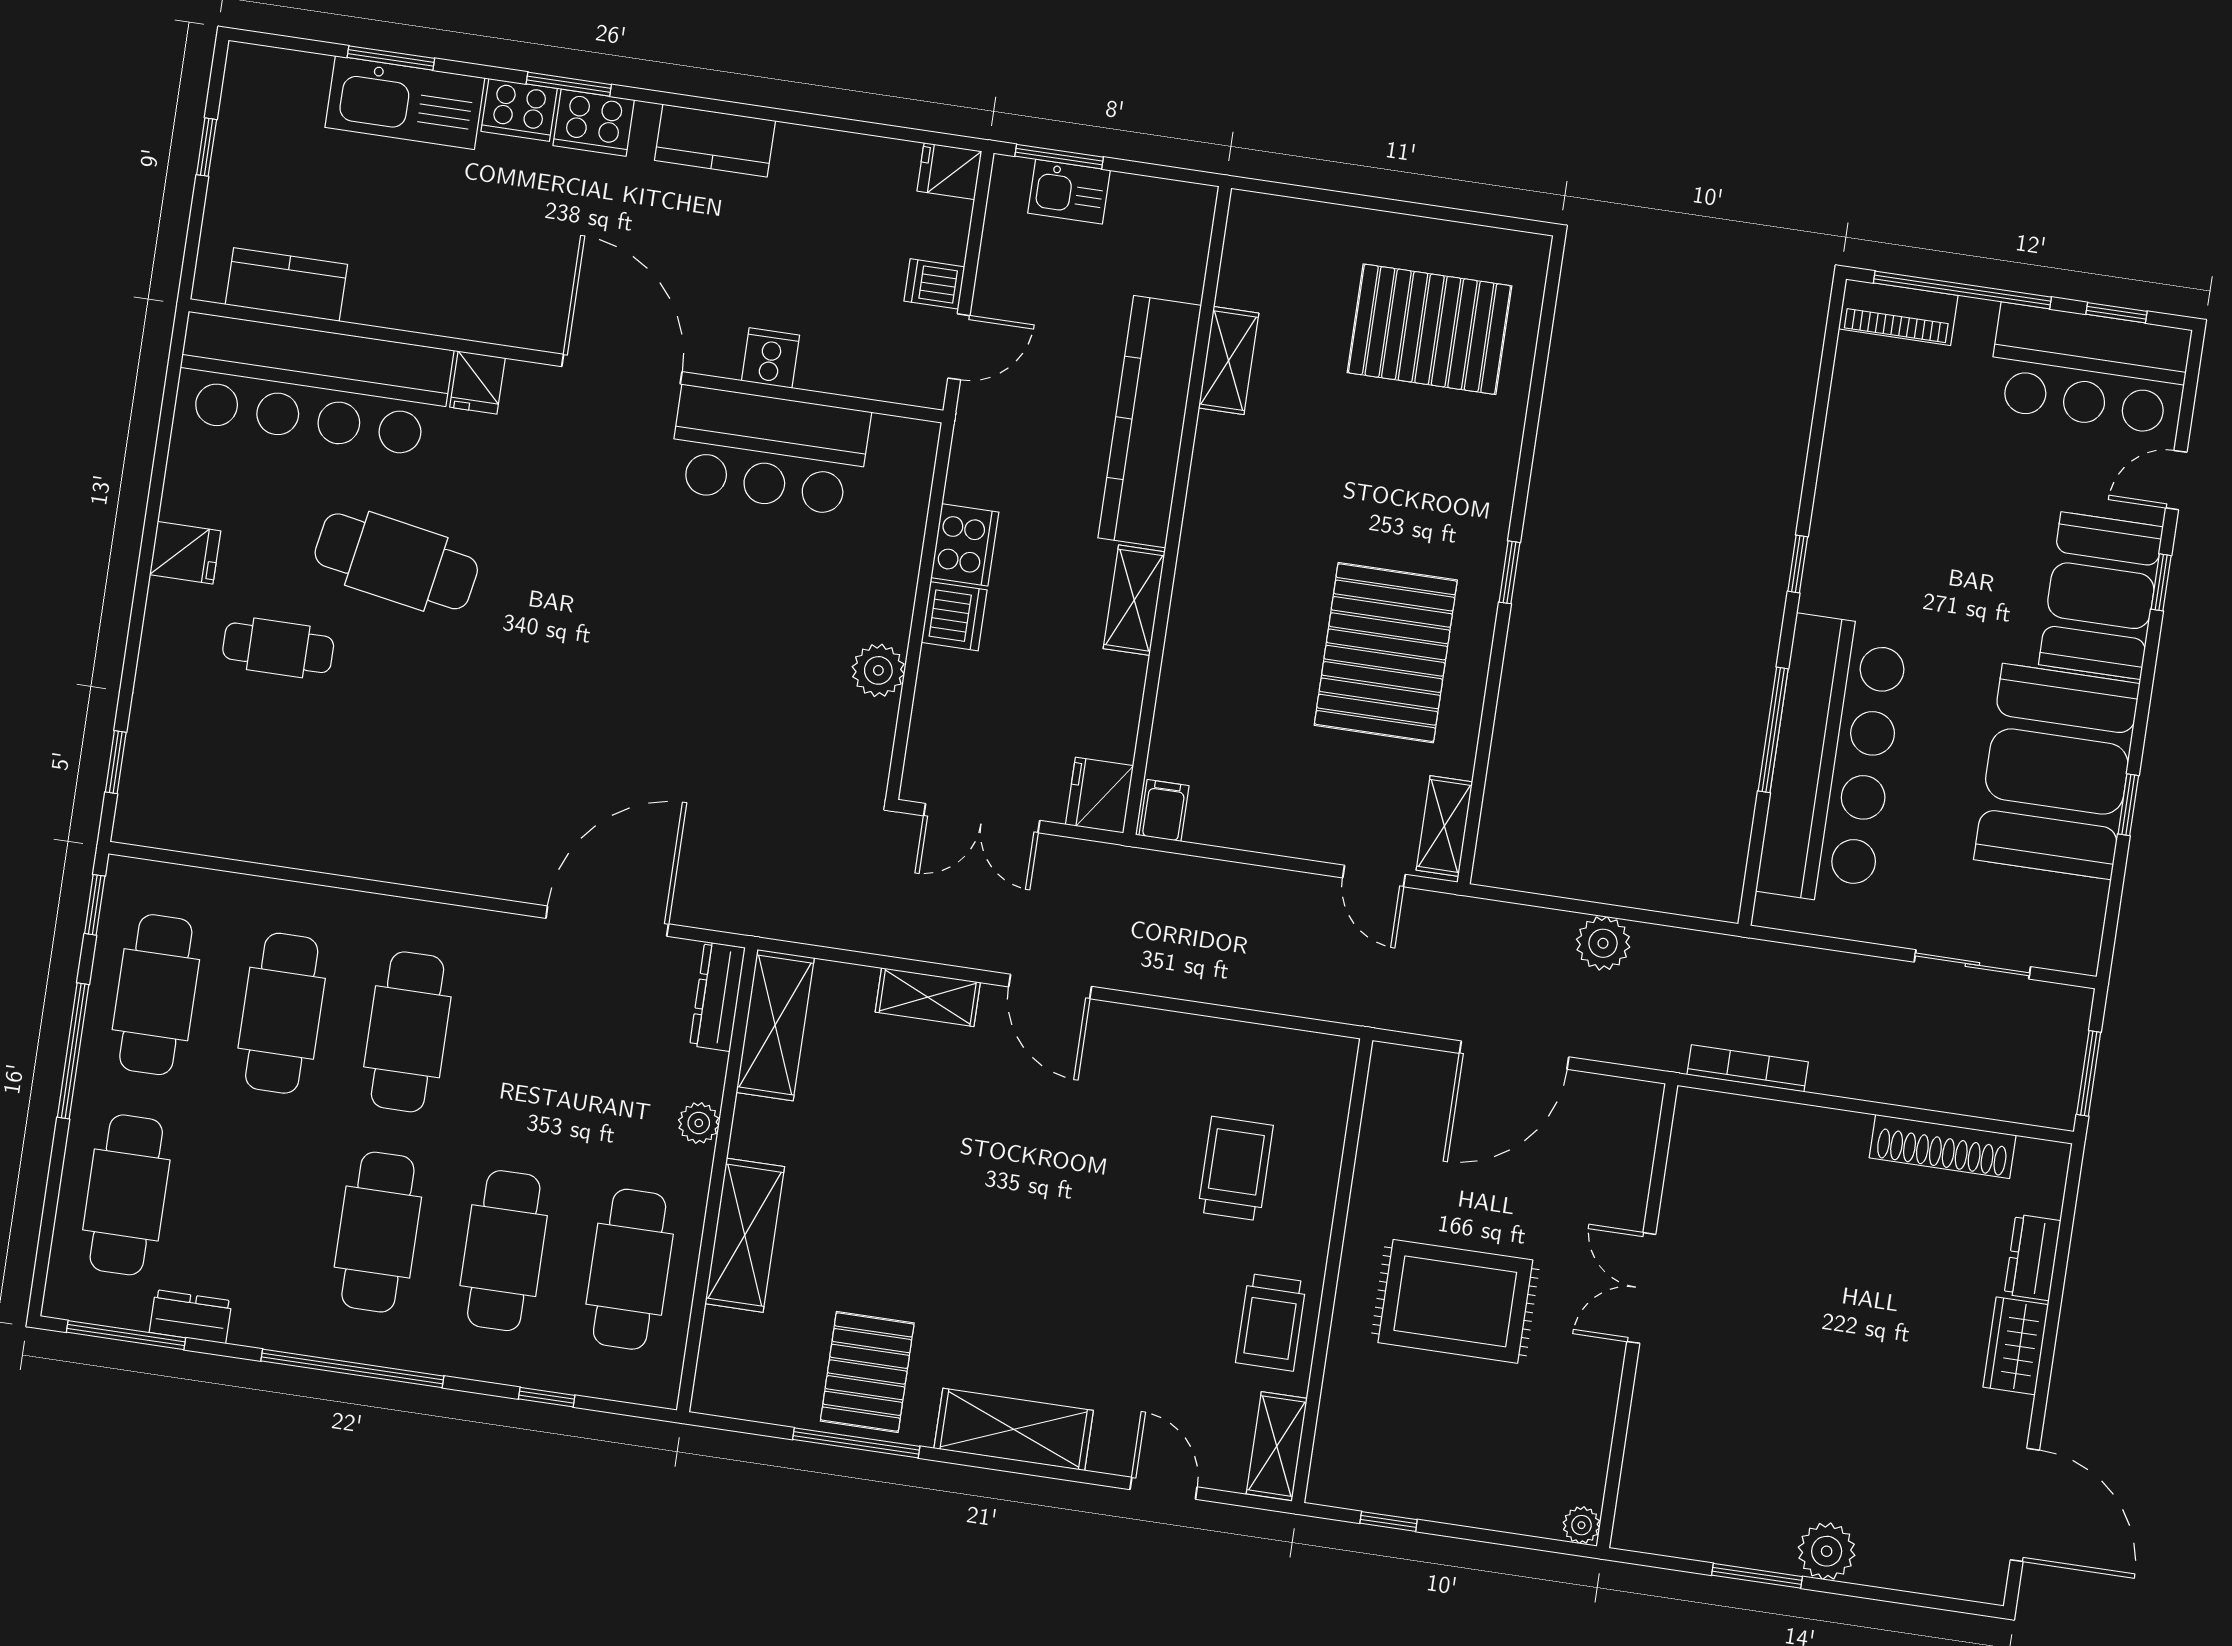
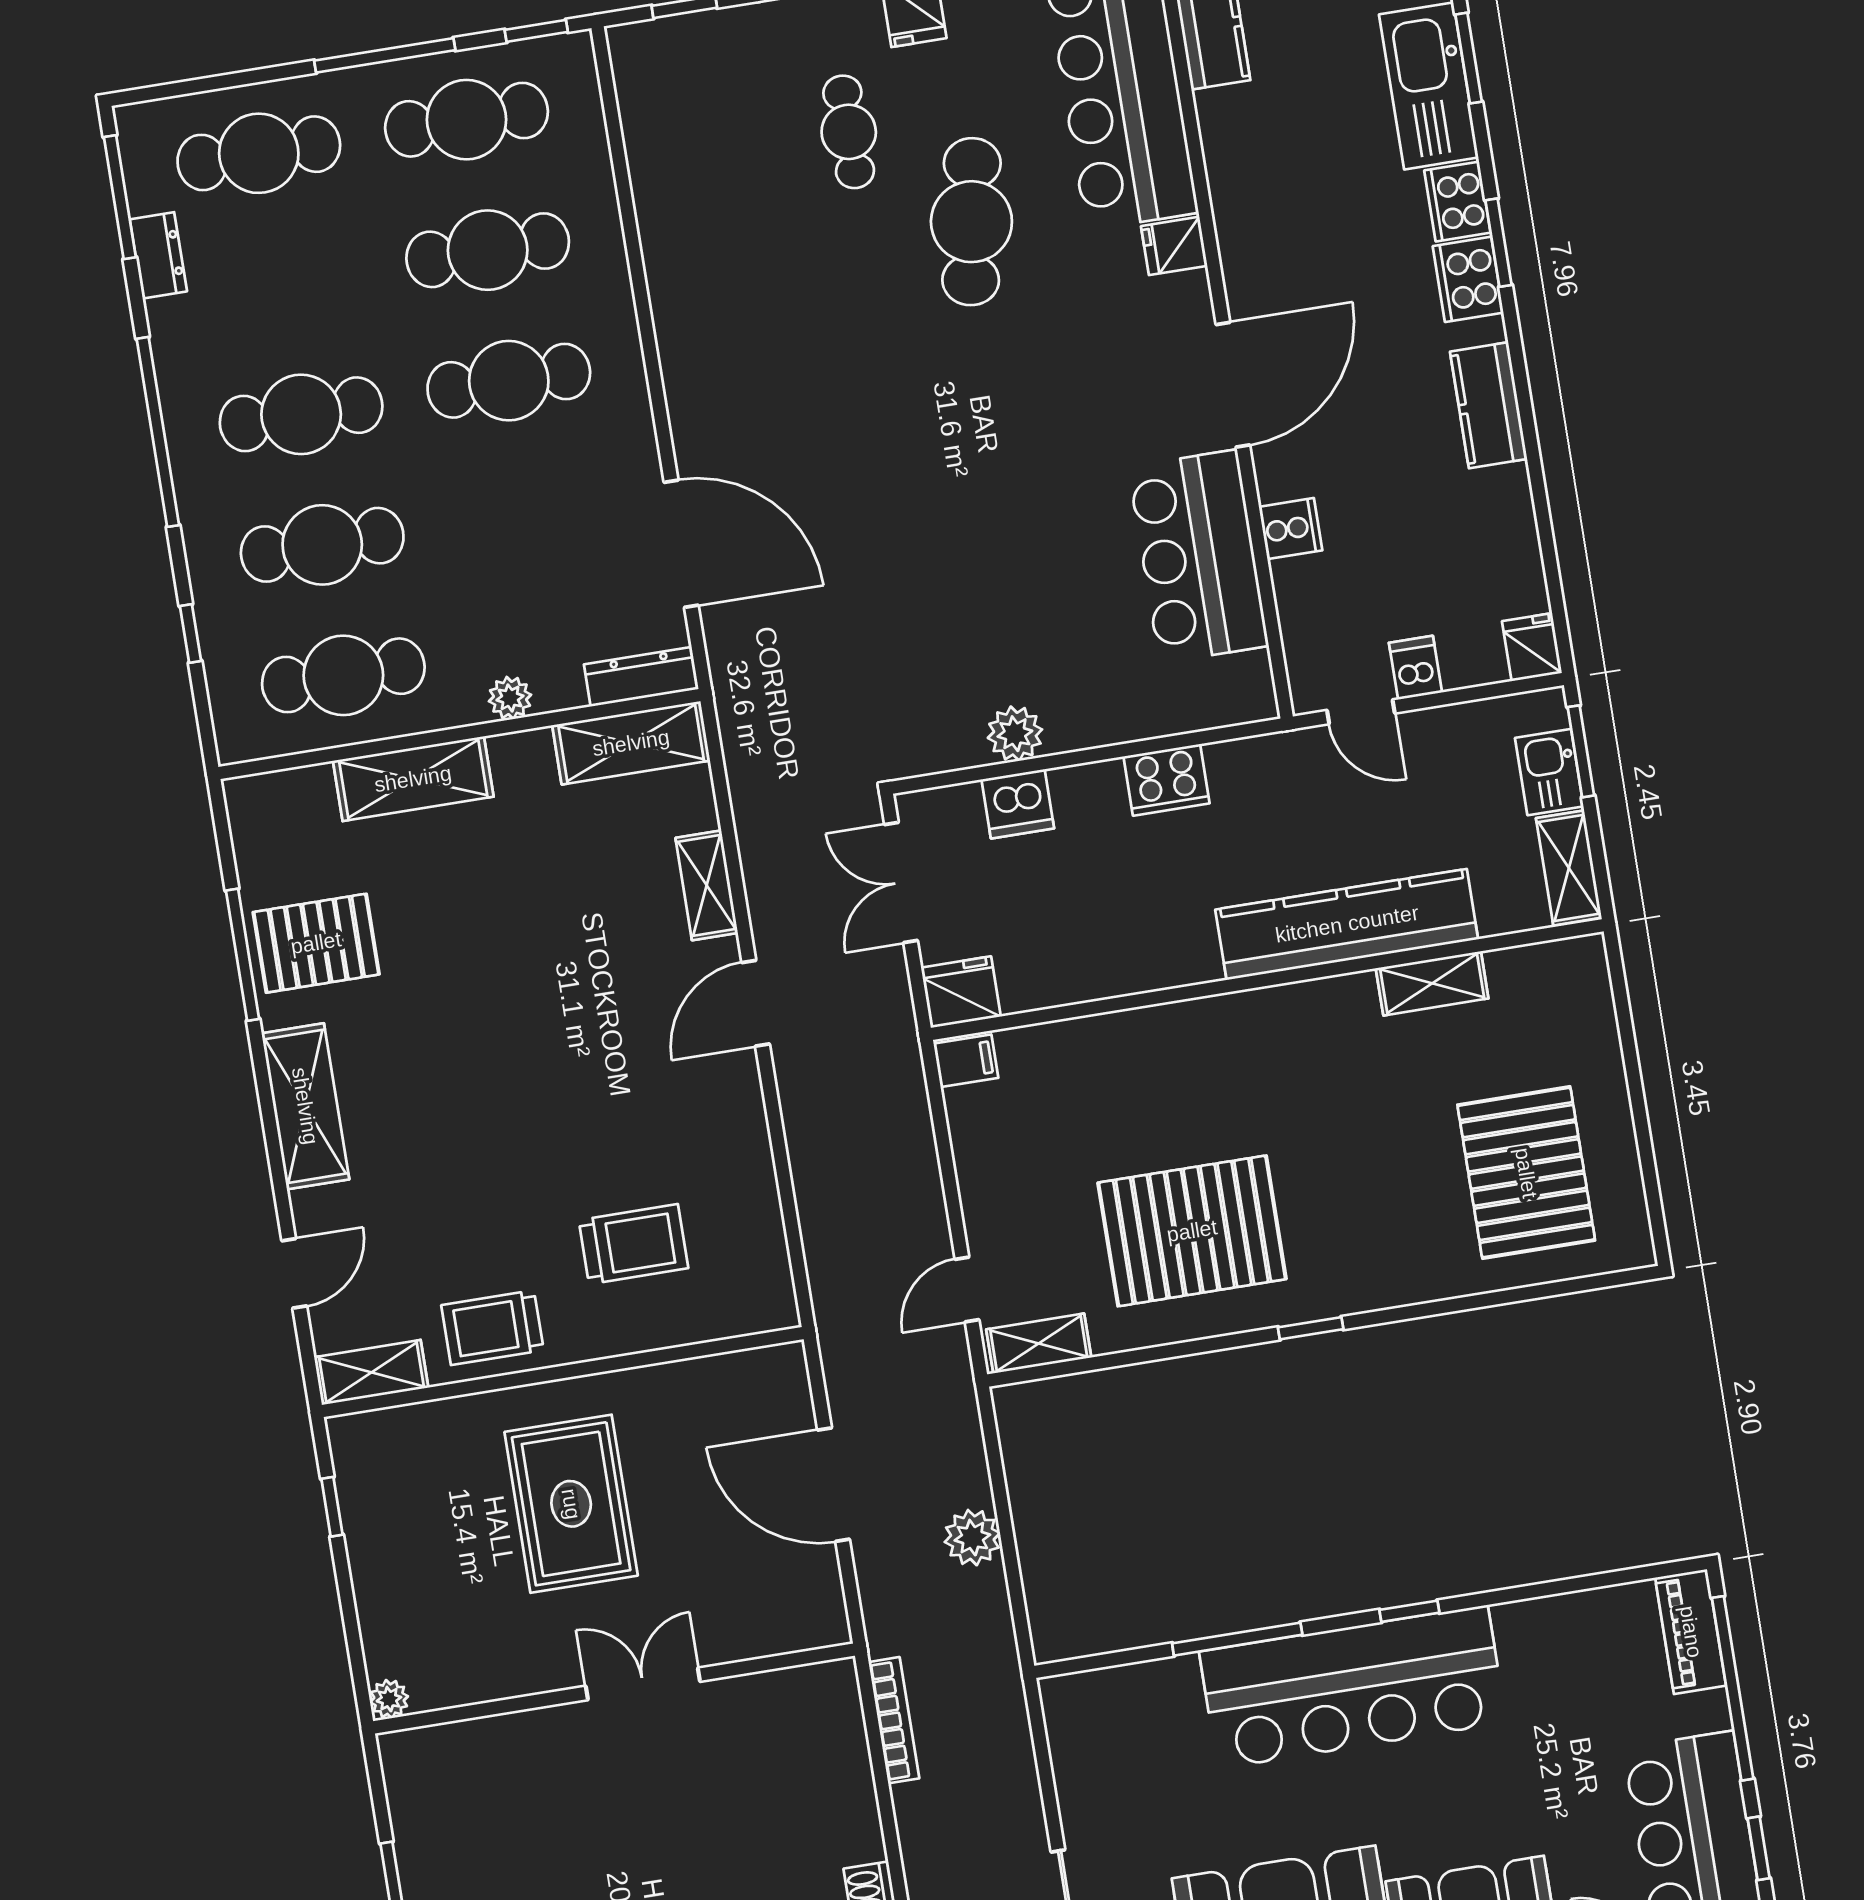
shelving: (1134, 600) -> (1569, 868), moved, turned 90
dishwasher: (954, 616) -> (1018, 804), moved
bar counter: (1833, 760) -> (1353, 1687), moved

